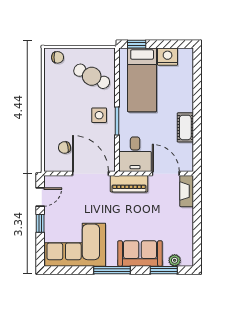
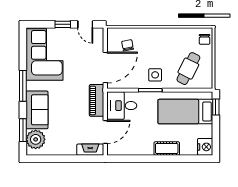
nightstand: (168, 57) -> (205, 147), moved
cot: (185, 127) -> (167, 149), moved
plant: (175, 260) -> (36, 139), width x1.87, depth x1.87

